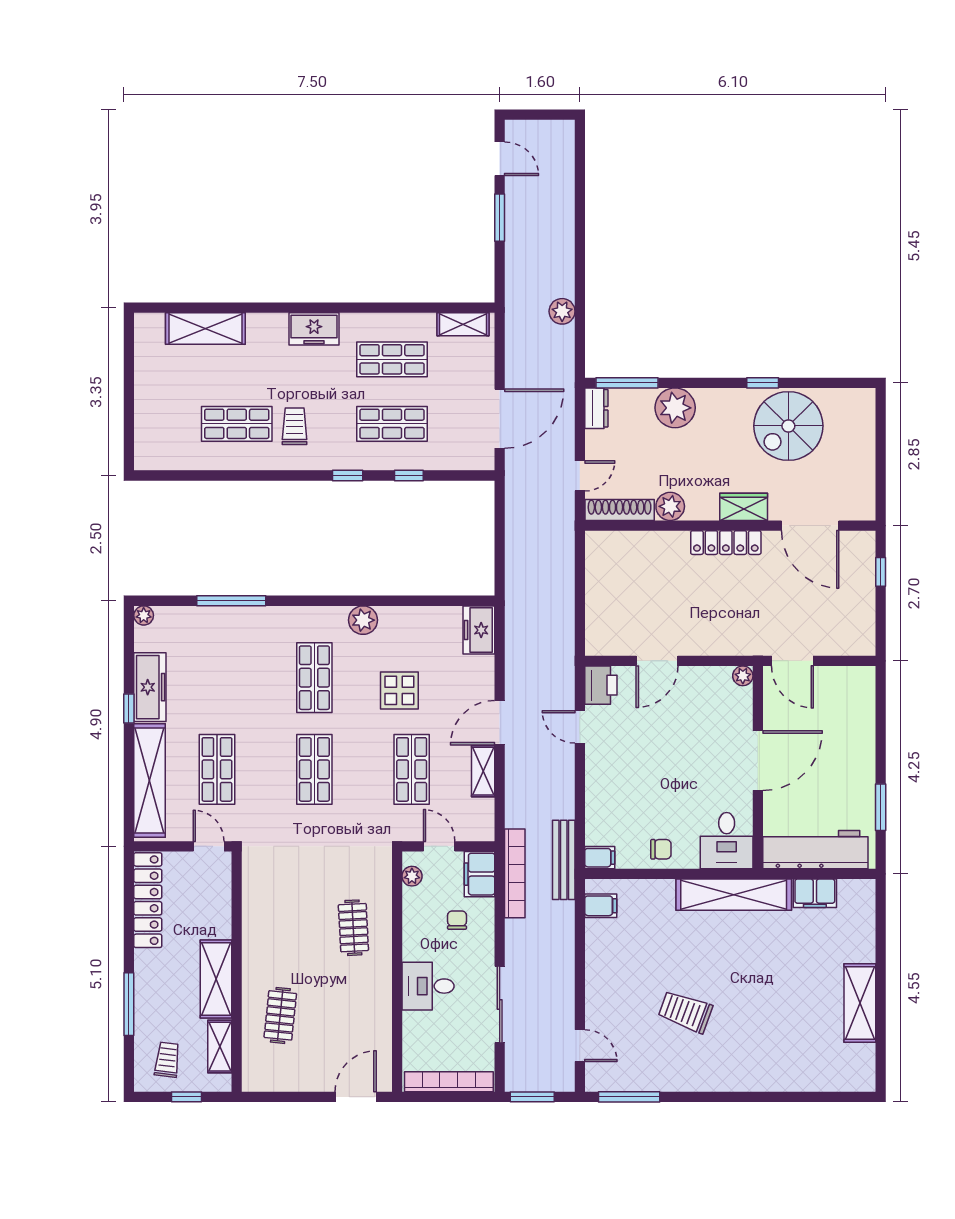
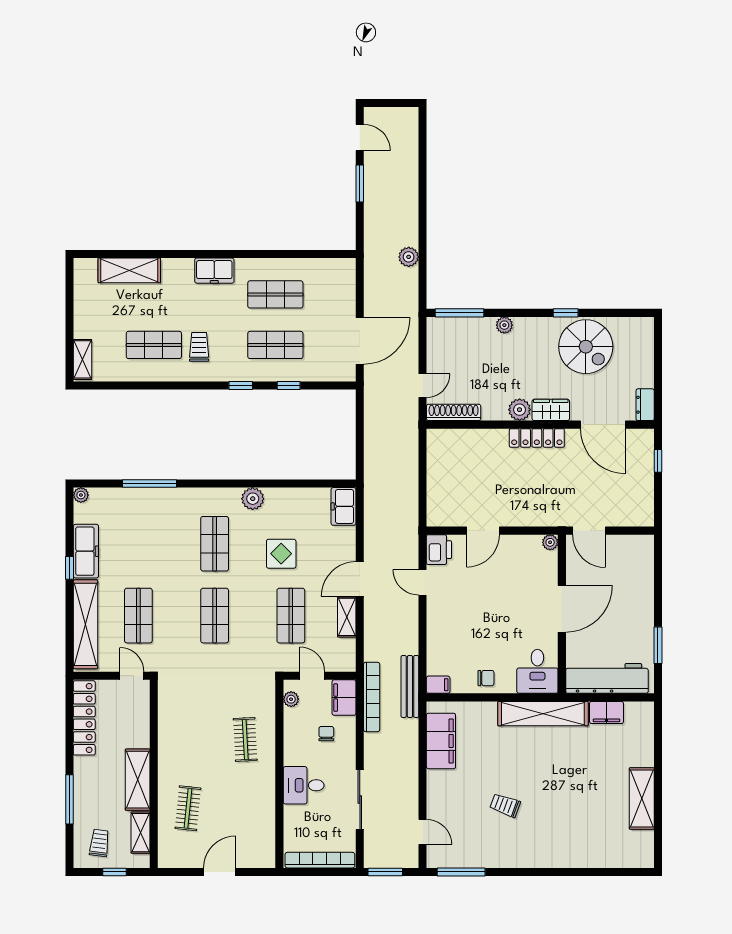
shelving: (463, 324) -> (82, 359), moved, turned 90
dresser: (596, 408) -> (645, 405), moved, turned 180
plant: (675, 408) -> (504, 325), width x0.53, depth x0.53
spiral stairs: (788, 426) -> (586, 347), turned -90
plant: (670, 506) -> (520, 410), moved
filing cabinet: (601, 906) -> (441, 741), width x3.00, depth x1.17
trolley: (685, 1012) -> (505, 805), width x0.73, depth x0.72
door: (356, 1097) -> (220, 872), moved

